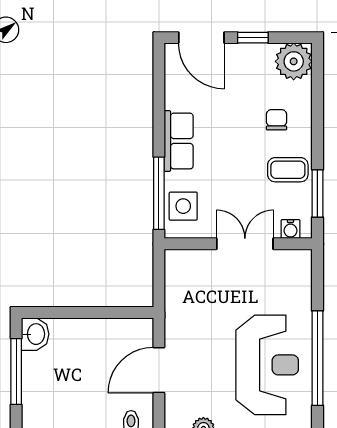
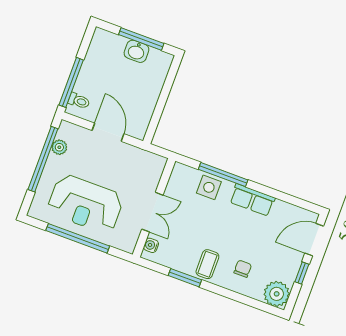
chair: (276, 120) -> (243, 269), turned -90
water cooler: (290, 229) -> (151, 245), moved
wall: (238, 244) -> (154, 208), moved
double door: (245, 244) -> (152, 212), moved
washbasin: (35, 334) -> (136, 51), moved

